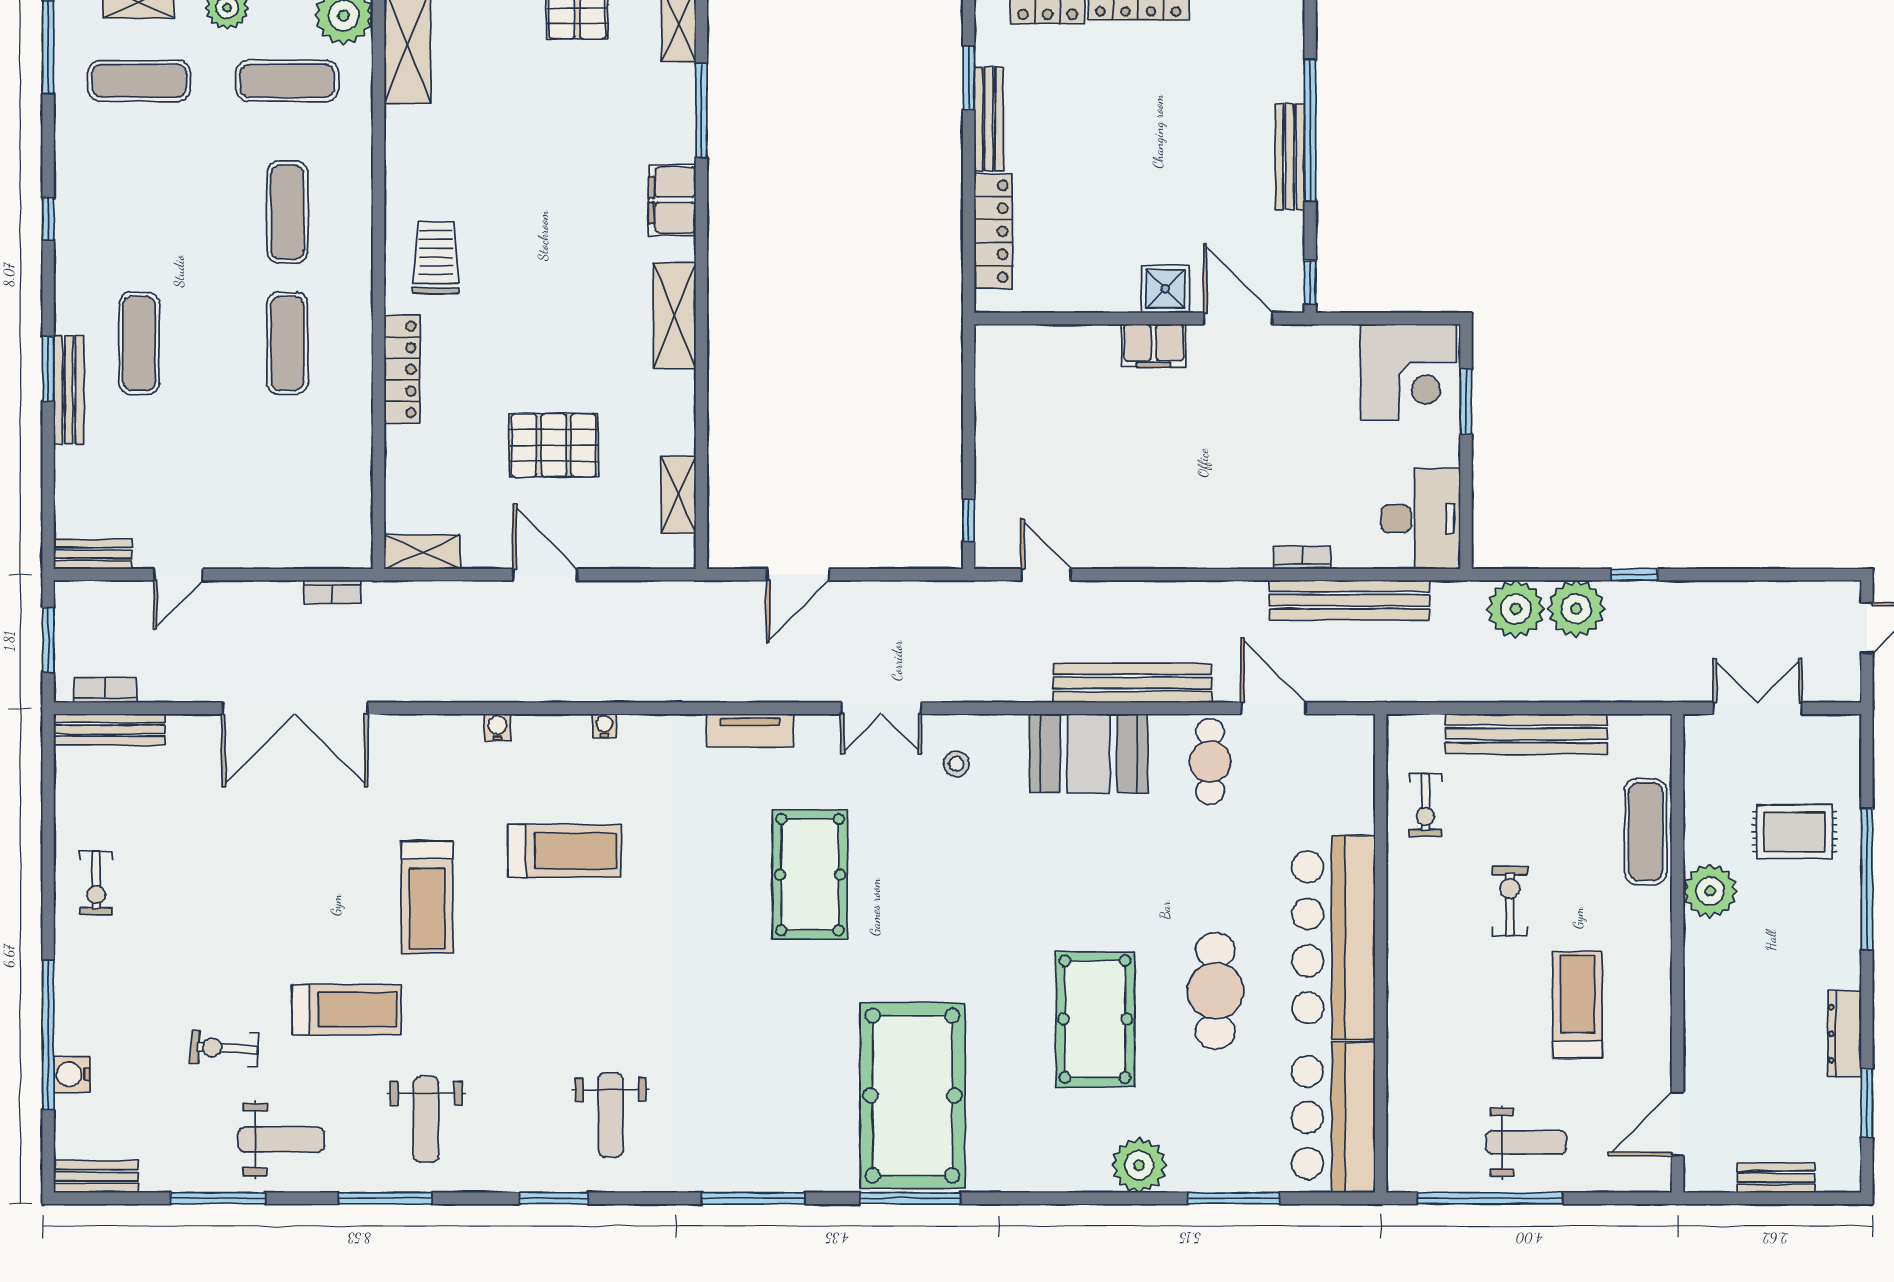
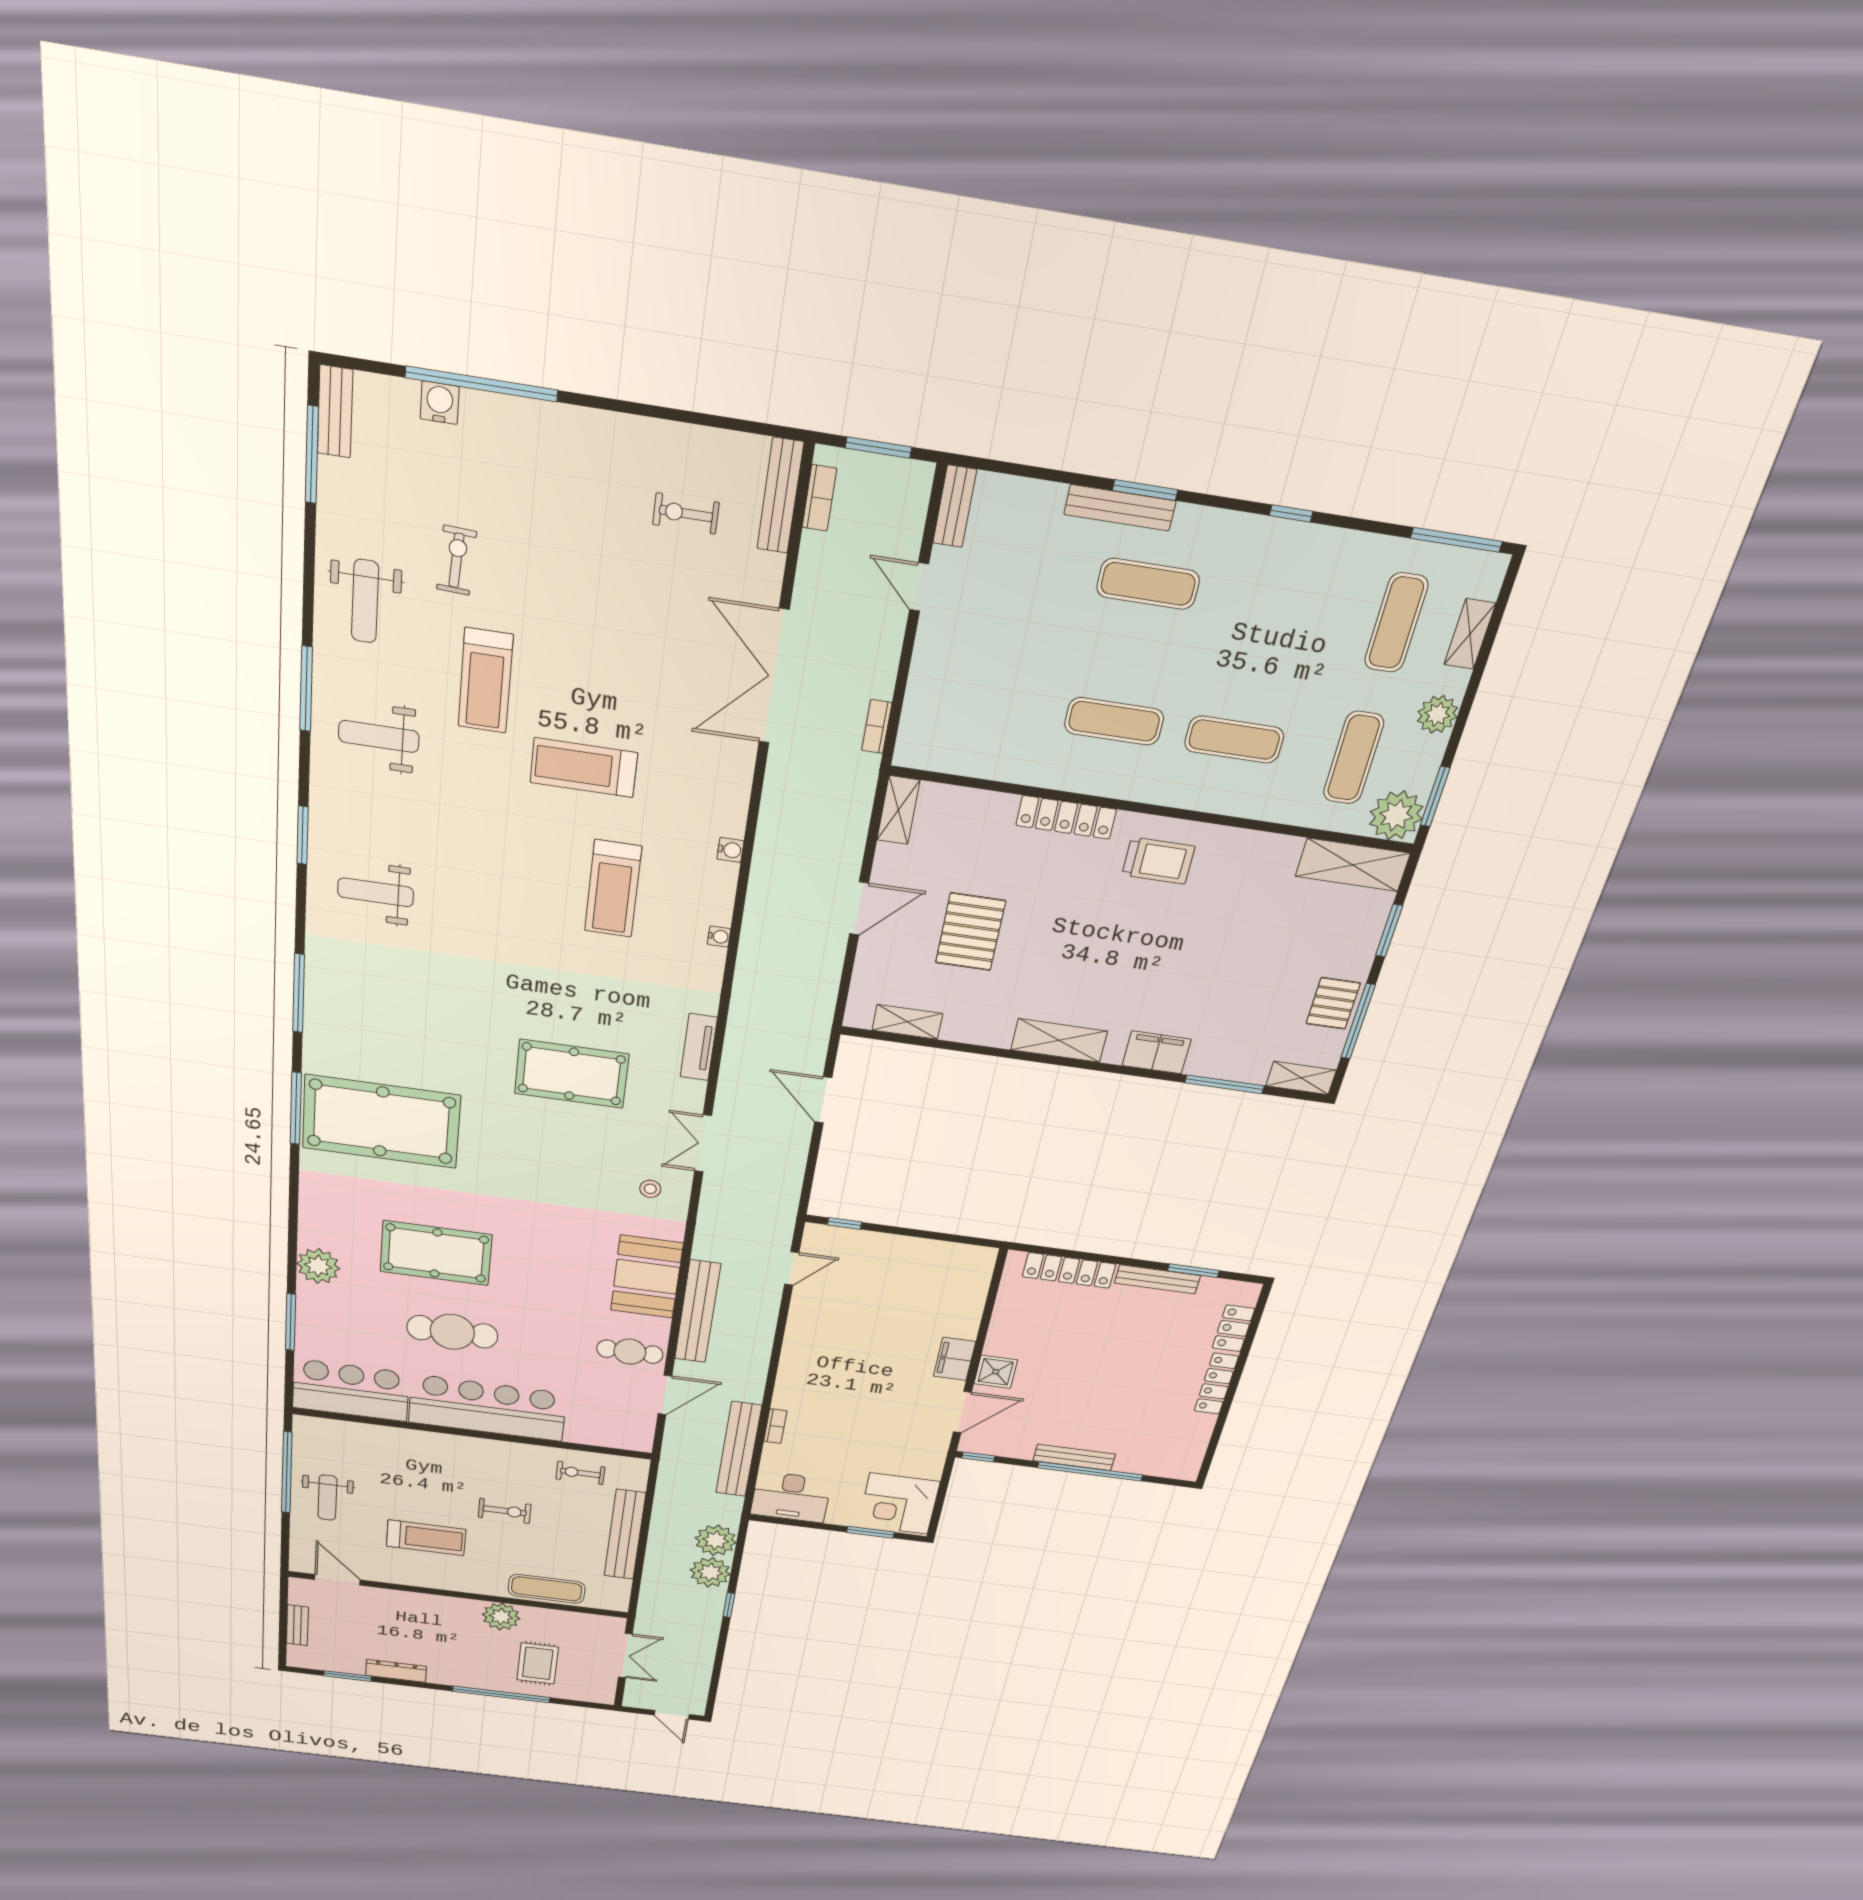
exercise bike: (96, 883) -> (686, 513), moved
window: (218, 1198) -> (312, 455), moved

